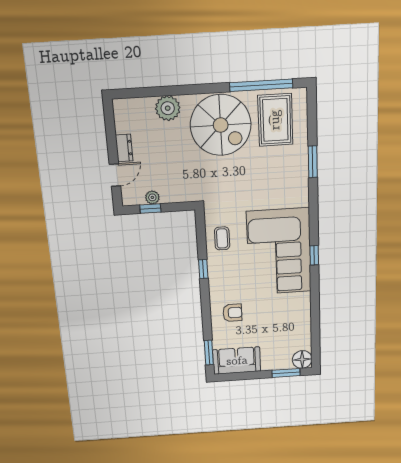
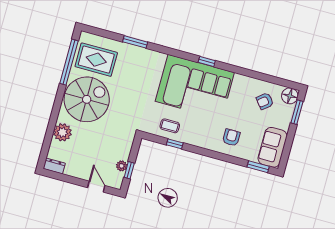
dresser: (124, 148) -> (54, 166), moved
window: (203, 269) -> (175, 144), moved
armchair: (287, 335) -> (265, 101), added

